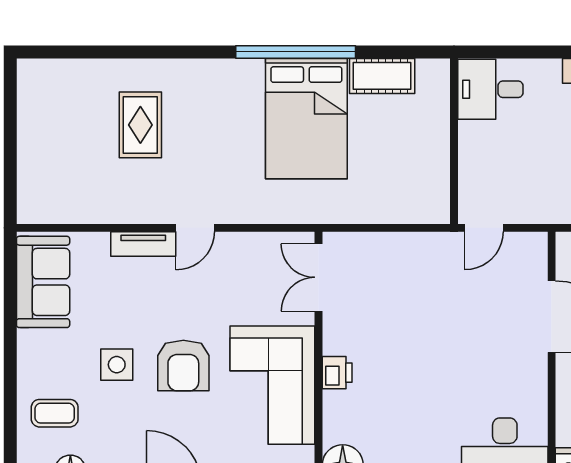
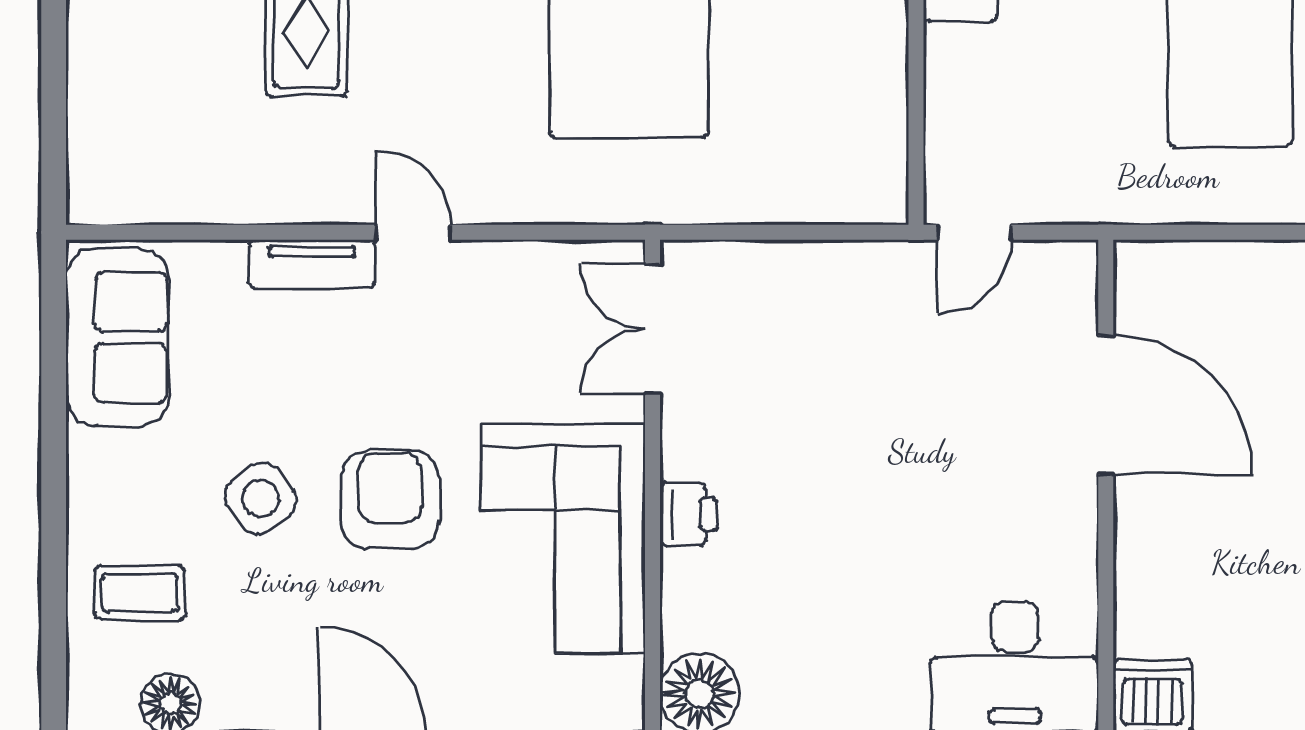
door: (195, 228) -> (413, 232), swing flipped
side table: (117, 365) -> (260, 498), turned -37
armchair: (183, 366) -> (390, 500), turned 180

